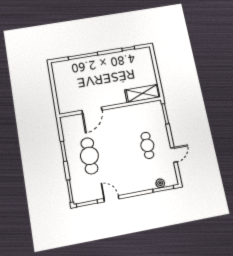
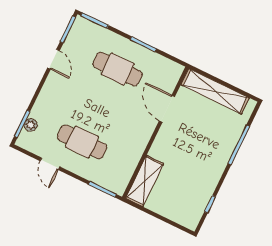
shelving: (62, 90) -> (215, 91), added
cafe table: (147, 145) -> (82, 142), width x1.37, depth x1.35
door: (111, 199) -> (53, 59), hinge flipped

